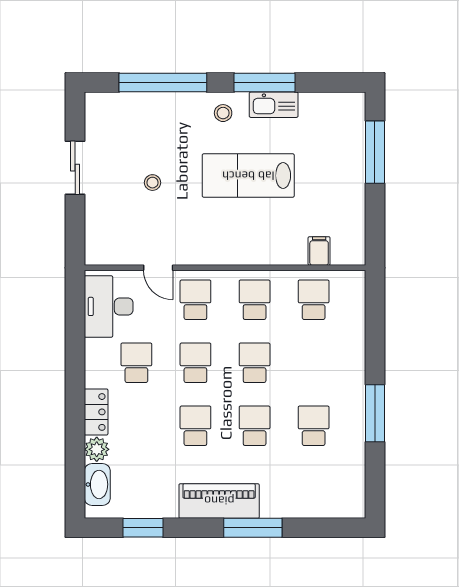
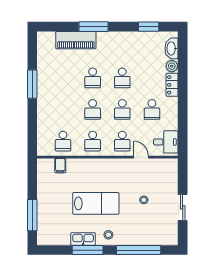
desk: (109, 306) -> (166, 142), width x0.73
school desk: (314, 426) -> (63, 78), removed
piano: (219, 501) -> (76, 40), moved

